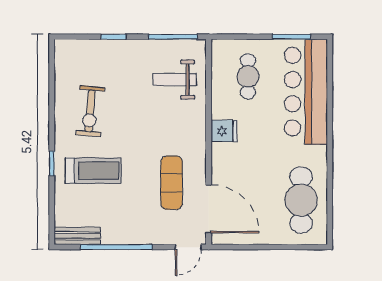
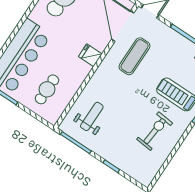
weight bench: (175, 80) -> (92, 116), turned -90
fridge: (224, 131) -> (90, 55), moved

